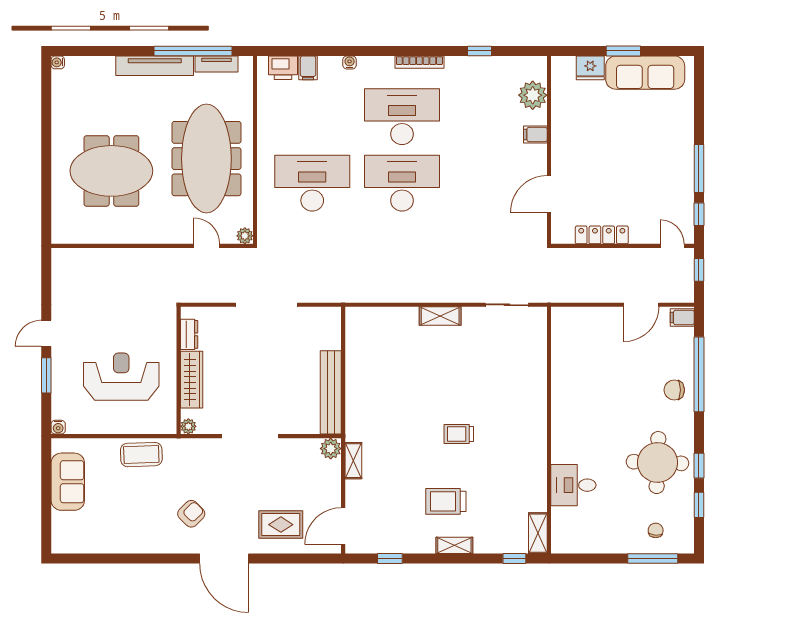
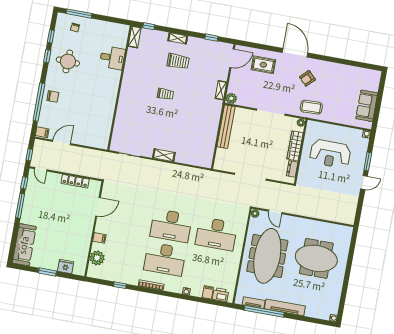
sofa: (645, 73) -> (24, 245), moved, turned 90
coffee table: (141, 455) -> (311, 107), moved
round table: (657, 463) -> (68, 61), width x0.73, depth x0.73

